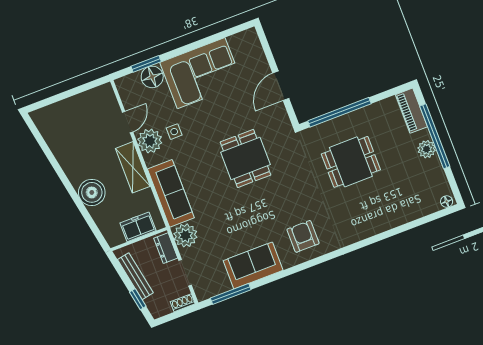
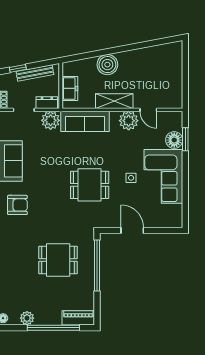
side table: (174, 132) -> (131, 178), moved
plant: (427, 149) -> (27, 318), moved
dining table: (351, 162) -> (58, 260), turned 90

